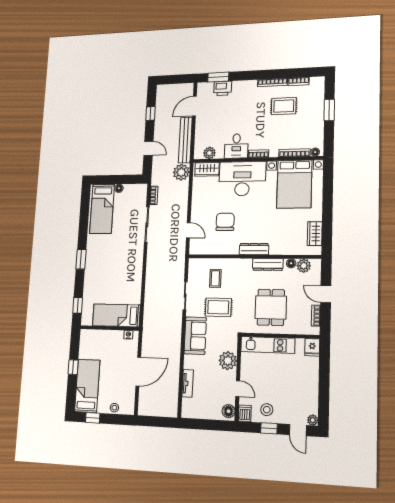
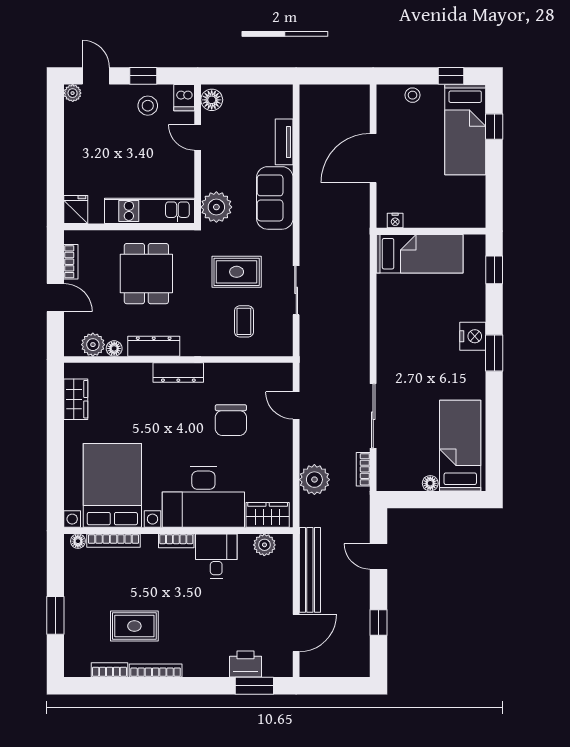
plant: (181, 172) -> (314, 480), moved
nightstand: (91, 269) -> (473, 336), added
sofa: (195, 336) -> (275, 198), moved
plant: (228, 361) -> (216, 207), moved
window: (73, 367) -> (494, 127), moved

